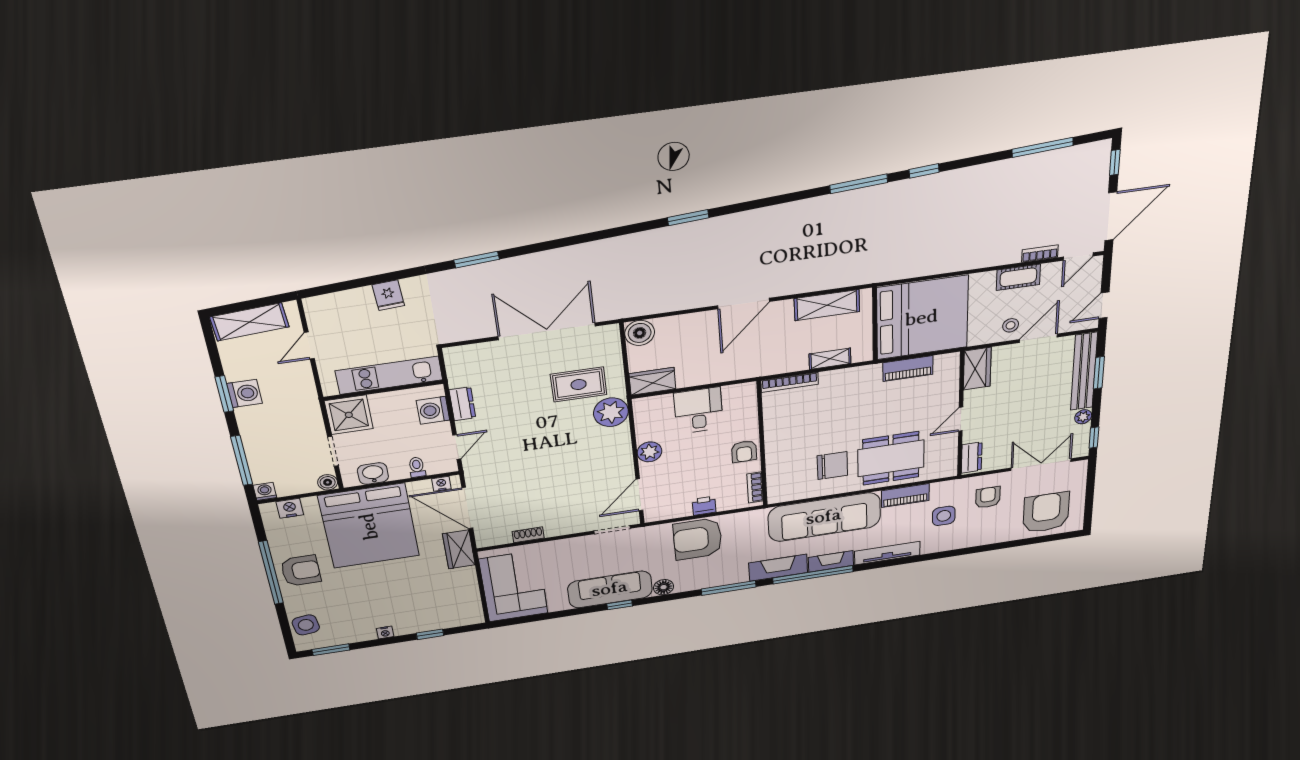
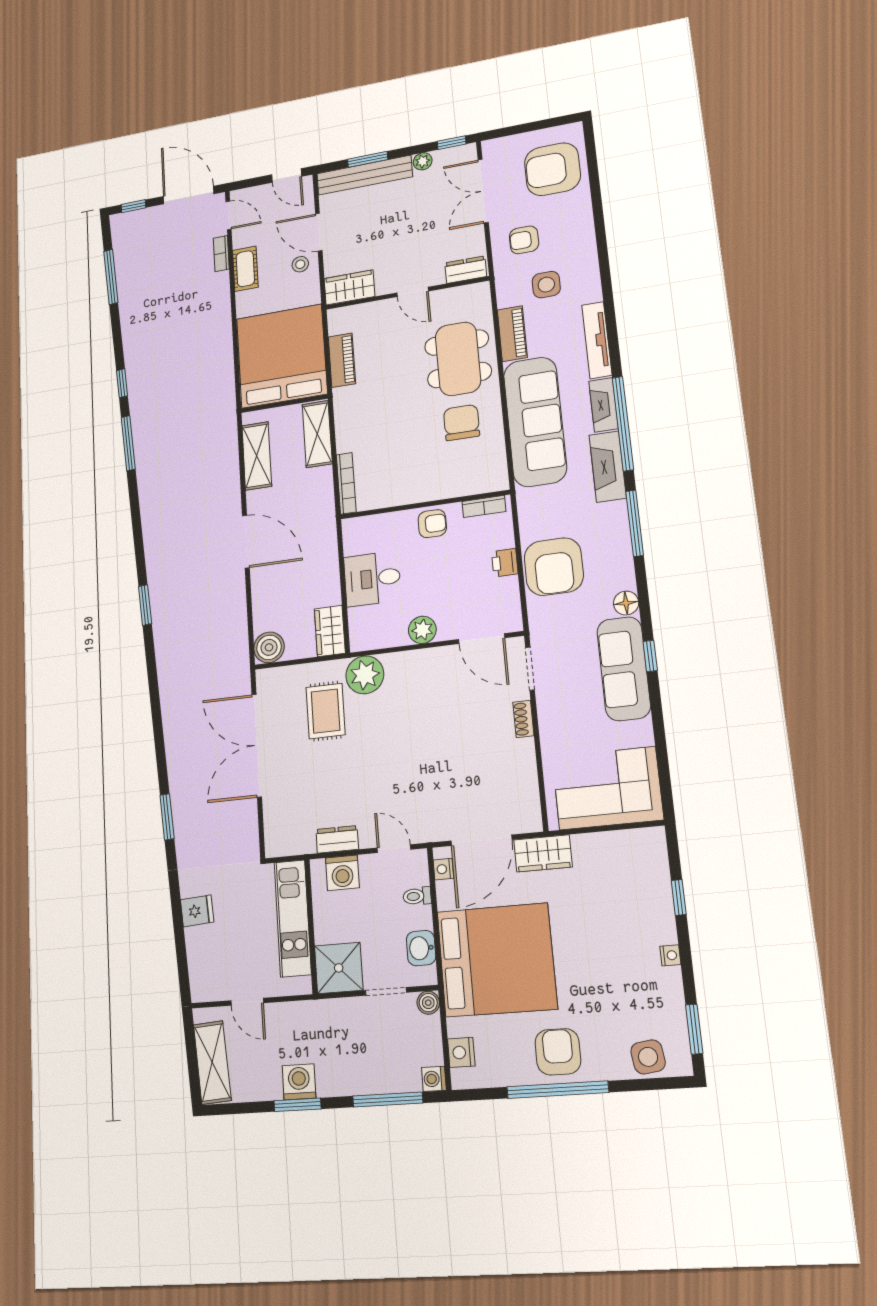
shelving: (830, 359) -> (317, 434), width x1.50, depth x1.33
shoe rack: (528, 535) -> (523, 719), moved

